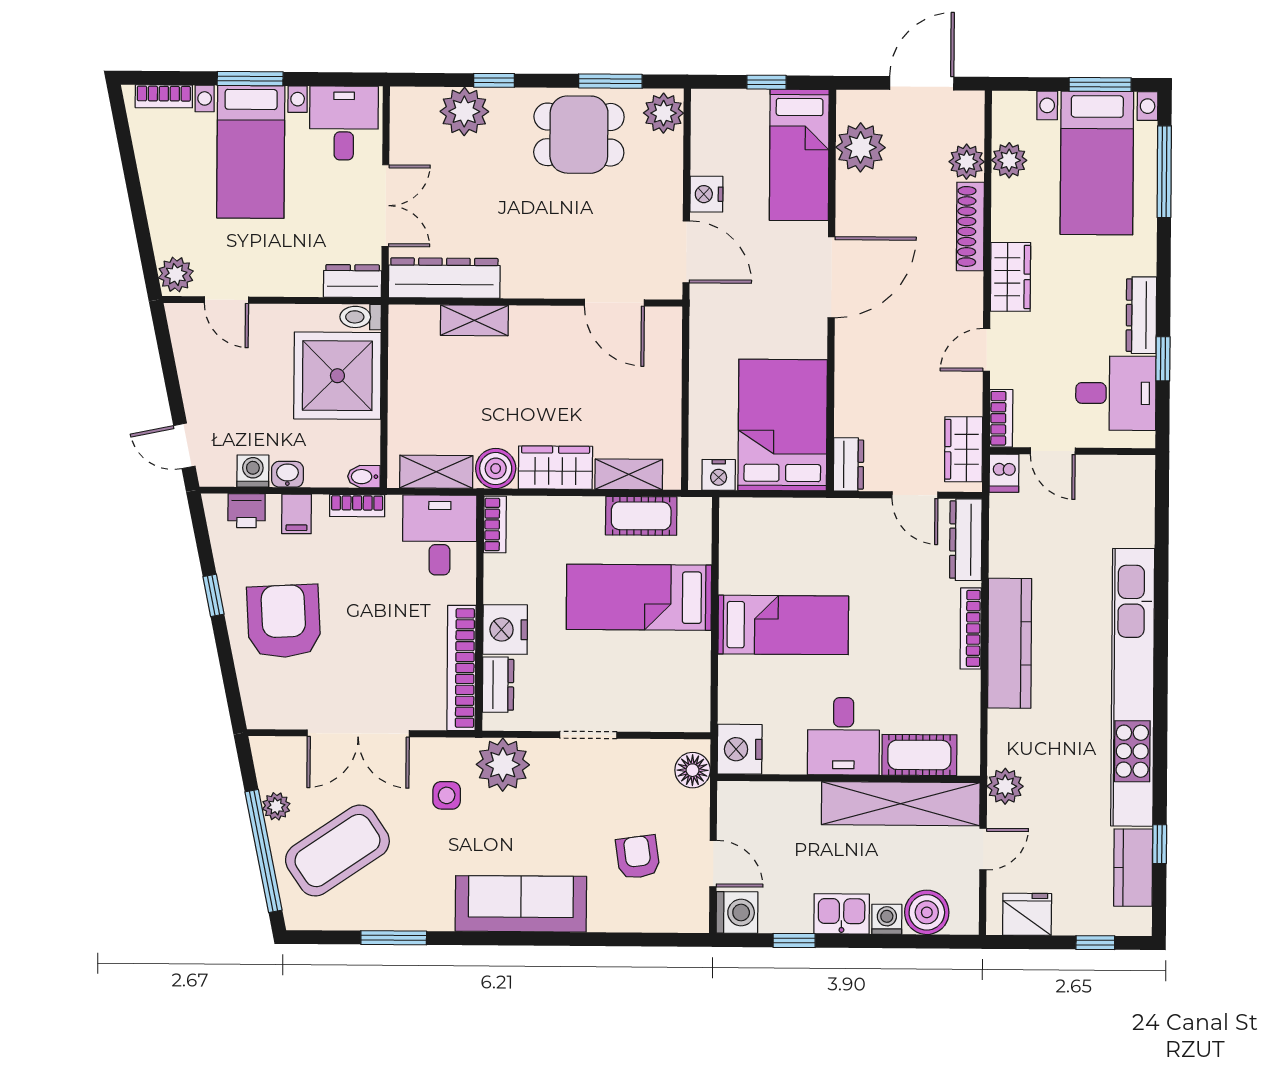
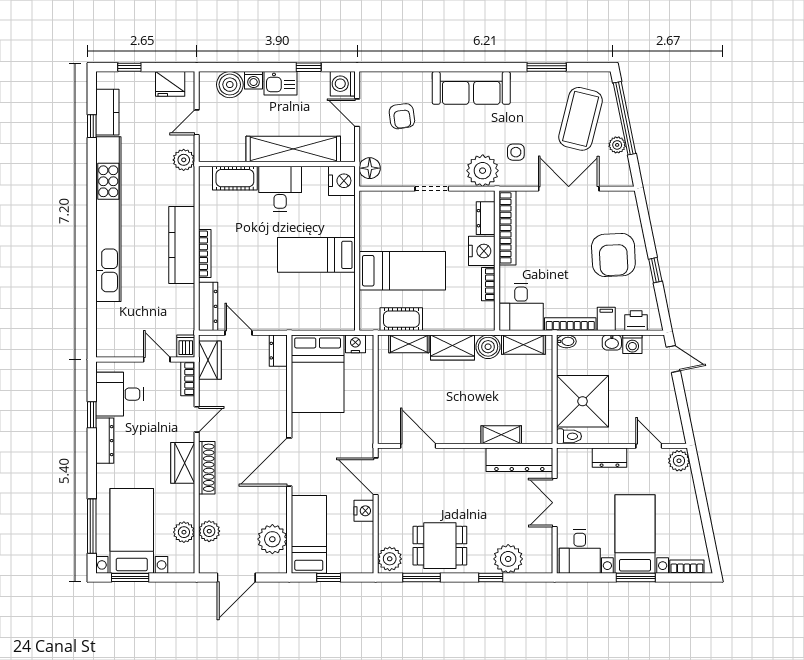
shoe rack: (970, 226) -> (207, 468), moved
dresser: (353, 281) -> (609, 458), moved
bookcase: (357, 506) -> (570, 324), width x1.56
bookcase: (495, 524) -> (488, 284), moved
shelving: (901, 804) -> (293, 149), moved
coffee table: (337, 851) -> (581, 119), turned -42

